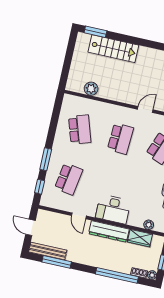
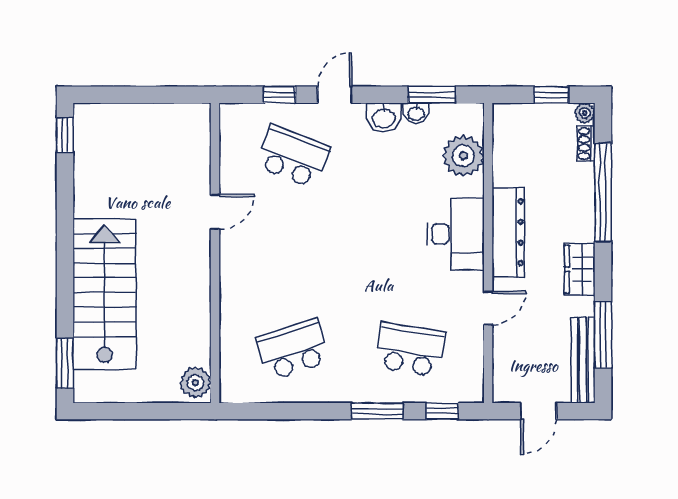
stairs: (113, 49) -> (105, 294), width x1.36, depth x1.51
plant: (91, 89) -> (195, 383), moved
door: (145, 110) -> (215, 212), swing flipped
school desk: (121, 139) -> (293, 253), removed
plant: (149, 225) -> (463, 156), width x1.88, depth x1.88
wardrobe: (140, 238) -> (580, 269), moved, turned 180

